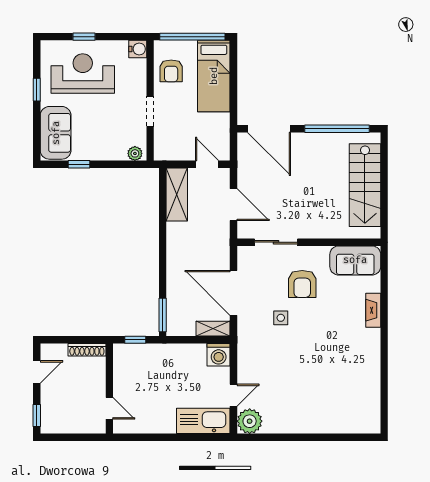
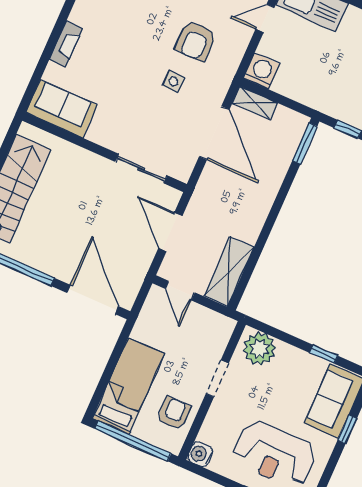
window: (37, 90) -> (347, 429), moved
plant: (135, 153) -> (259, 349), width x1.87, depth x1.87
armchair: (302, 284) -> (196, 41), moved, turned 180

